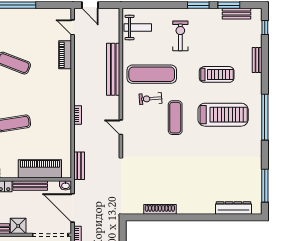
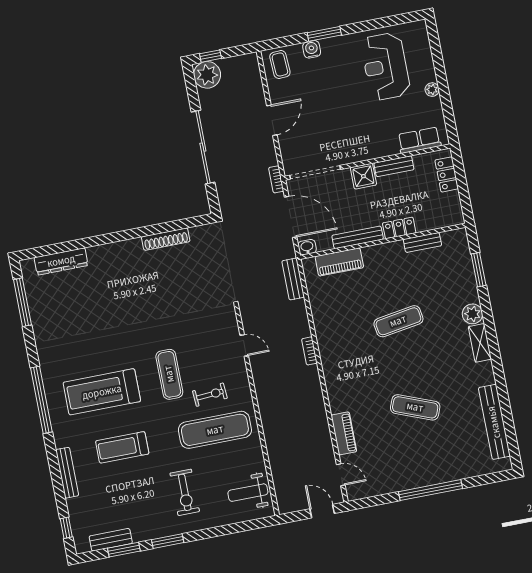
bench: (257, 60) -> (67, 473), width x1.36
bench: (113, 69) -> (271, 426), removed
piano: (40, 169) -> (339, 262), width x0.73, depth x0.75

